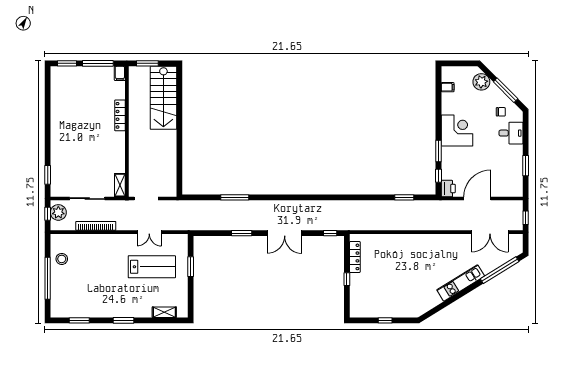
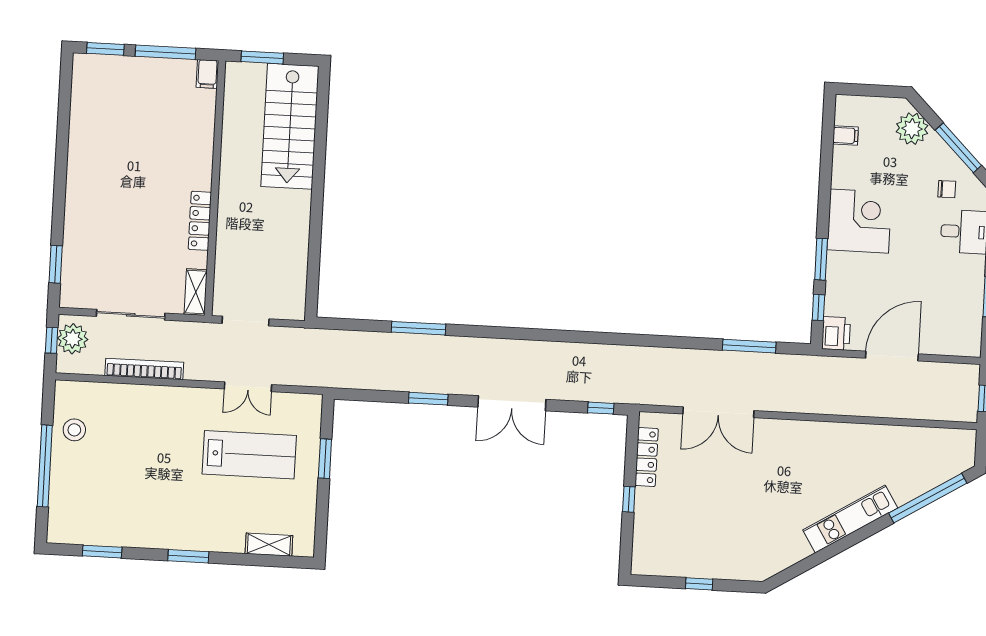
locker: (120, 115) -> (200, 221), moved
window: (404, 197) -> (749, 346), width x1.44
double door: (490, 232) -> (718, 412), moved

